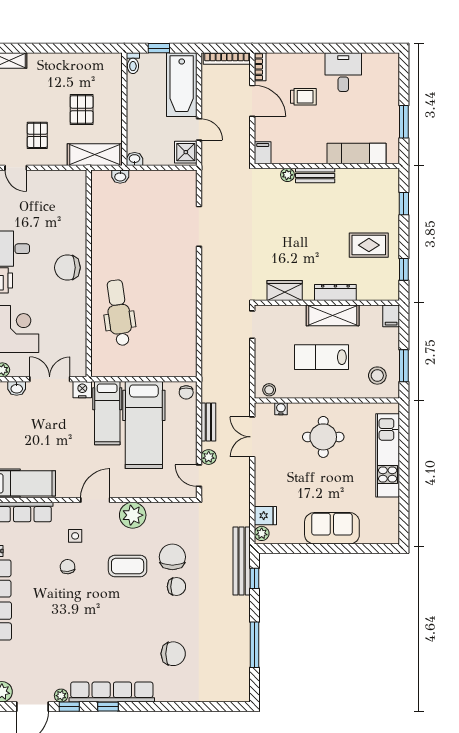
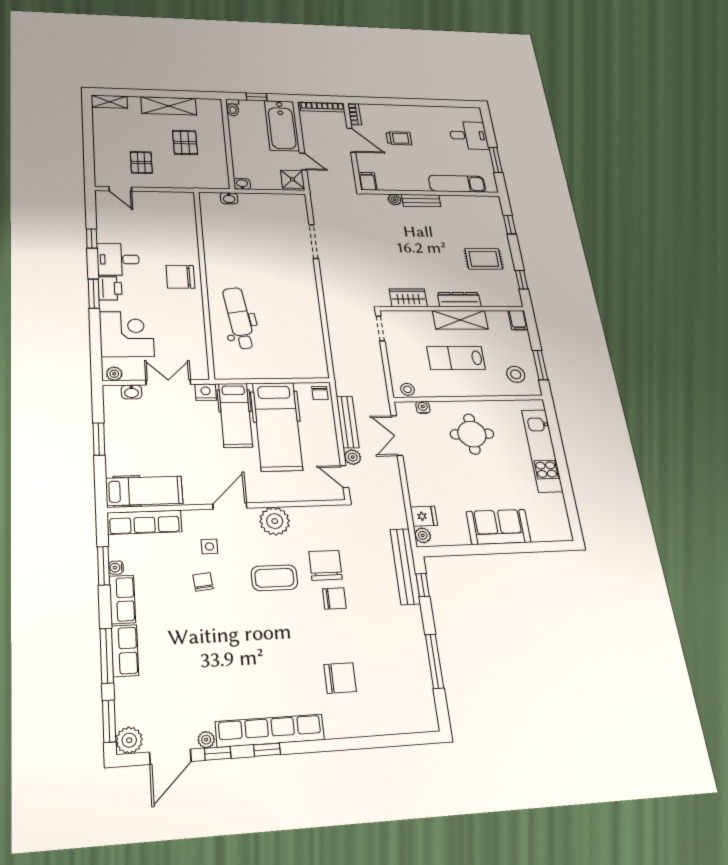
desk: (343, 72) -> (469, 135), moved, turned 90
shelving: (95, 155) -> (169, 106), moved
bench: (208, 422) -> (348, 422), width x1.36

